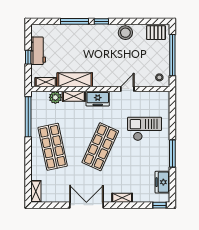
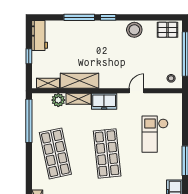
workbench: (38, 51) -> (40, 36), moved
checkout: (145, 129) -> (155, 134), turned -90
shop shelf: (100, 147) -> (107, 153), turned -30

